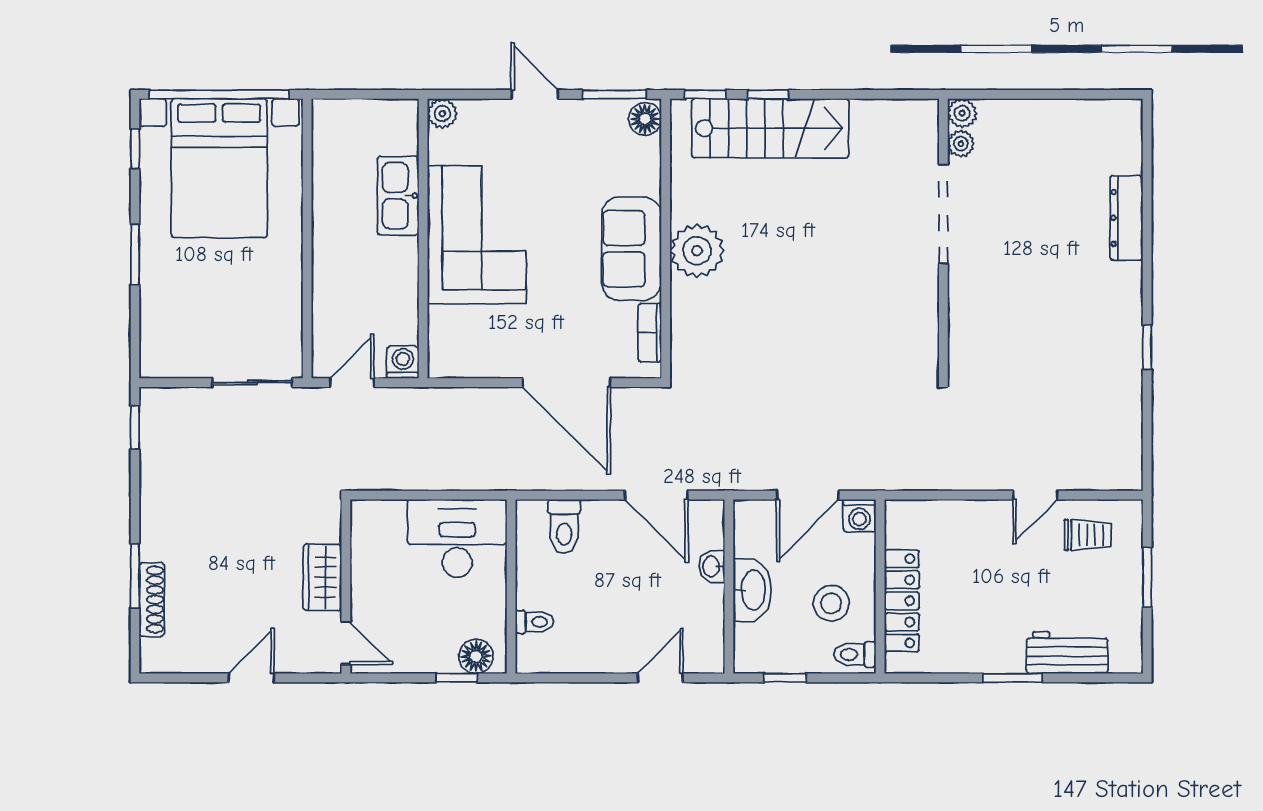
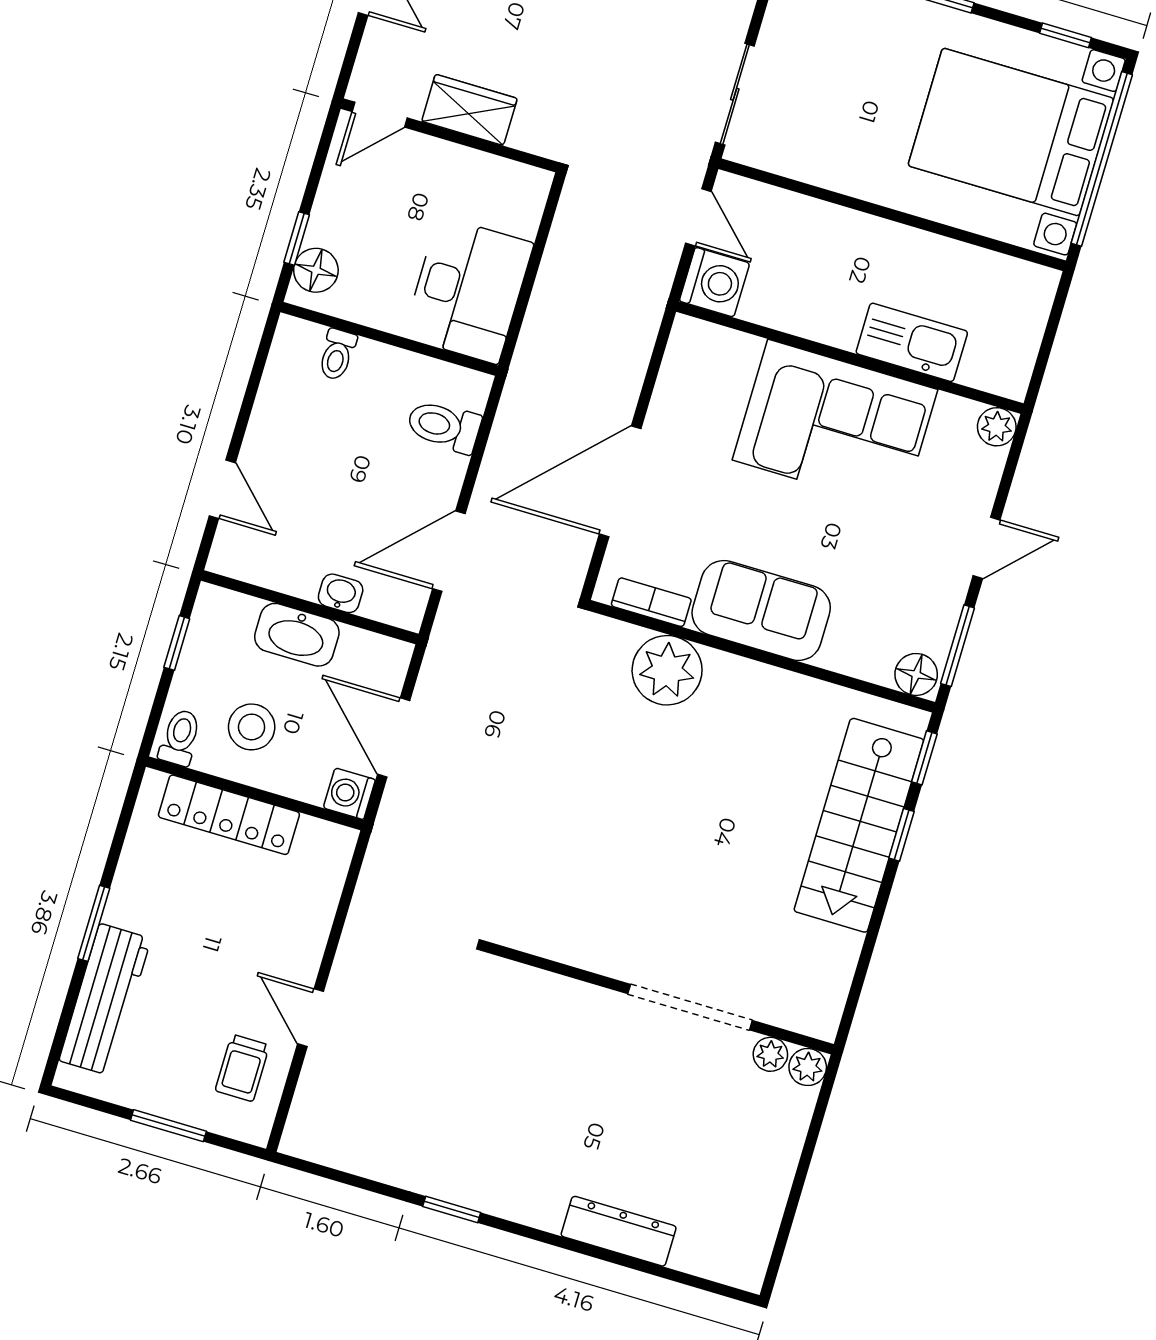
plant: (697, 251) -> (667, 670), moved
washing machine: (403, 362) -> (714, 282), width x1.38, depth x1.38
workbench: (1067, 653) -> (105, 1000), width x1.38

